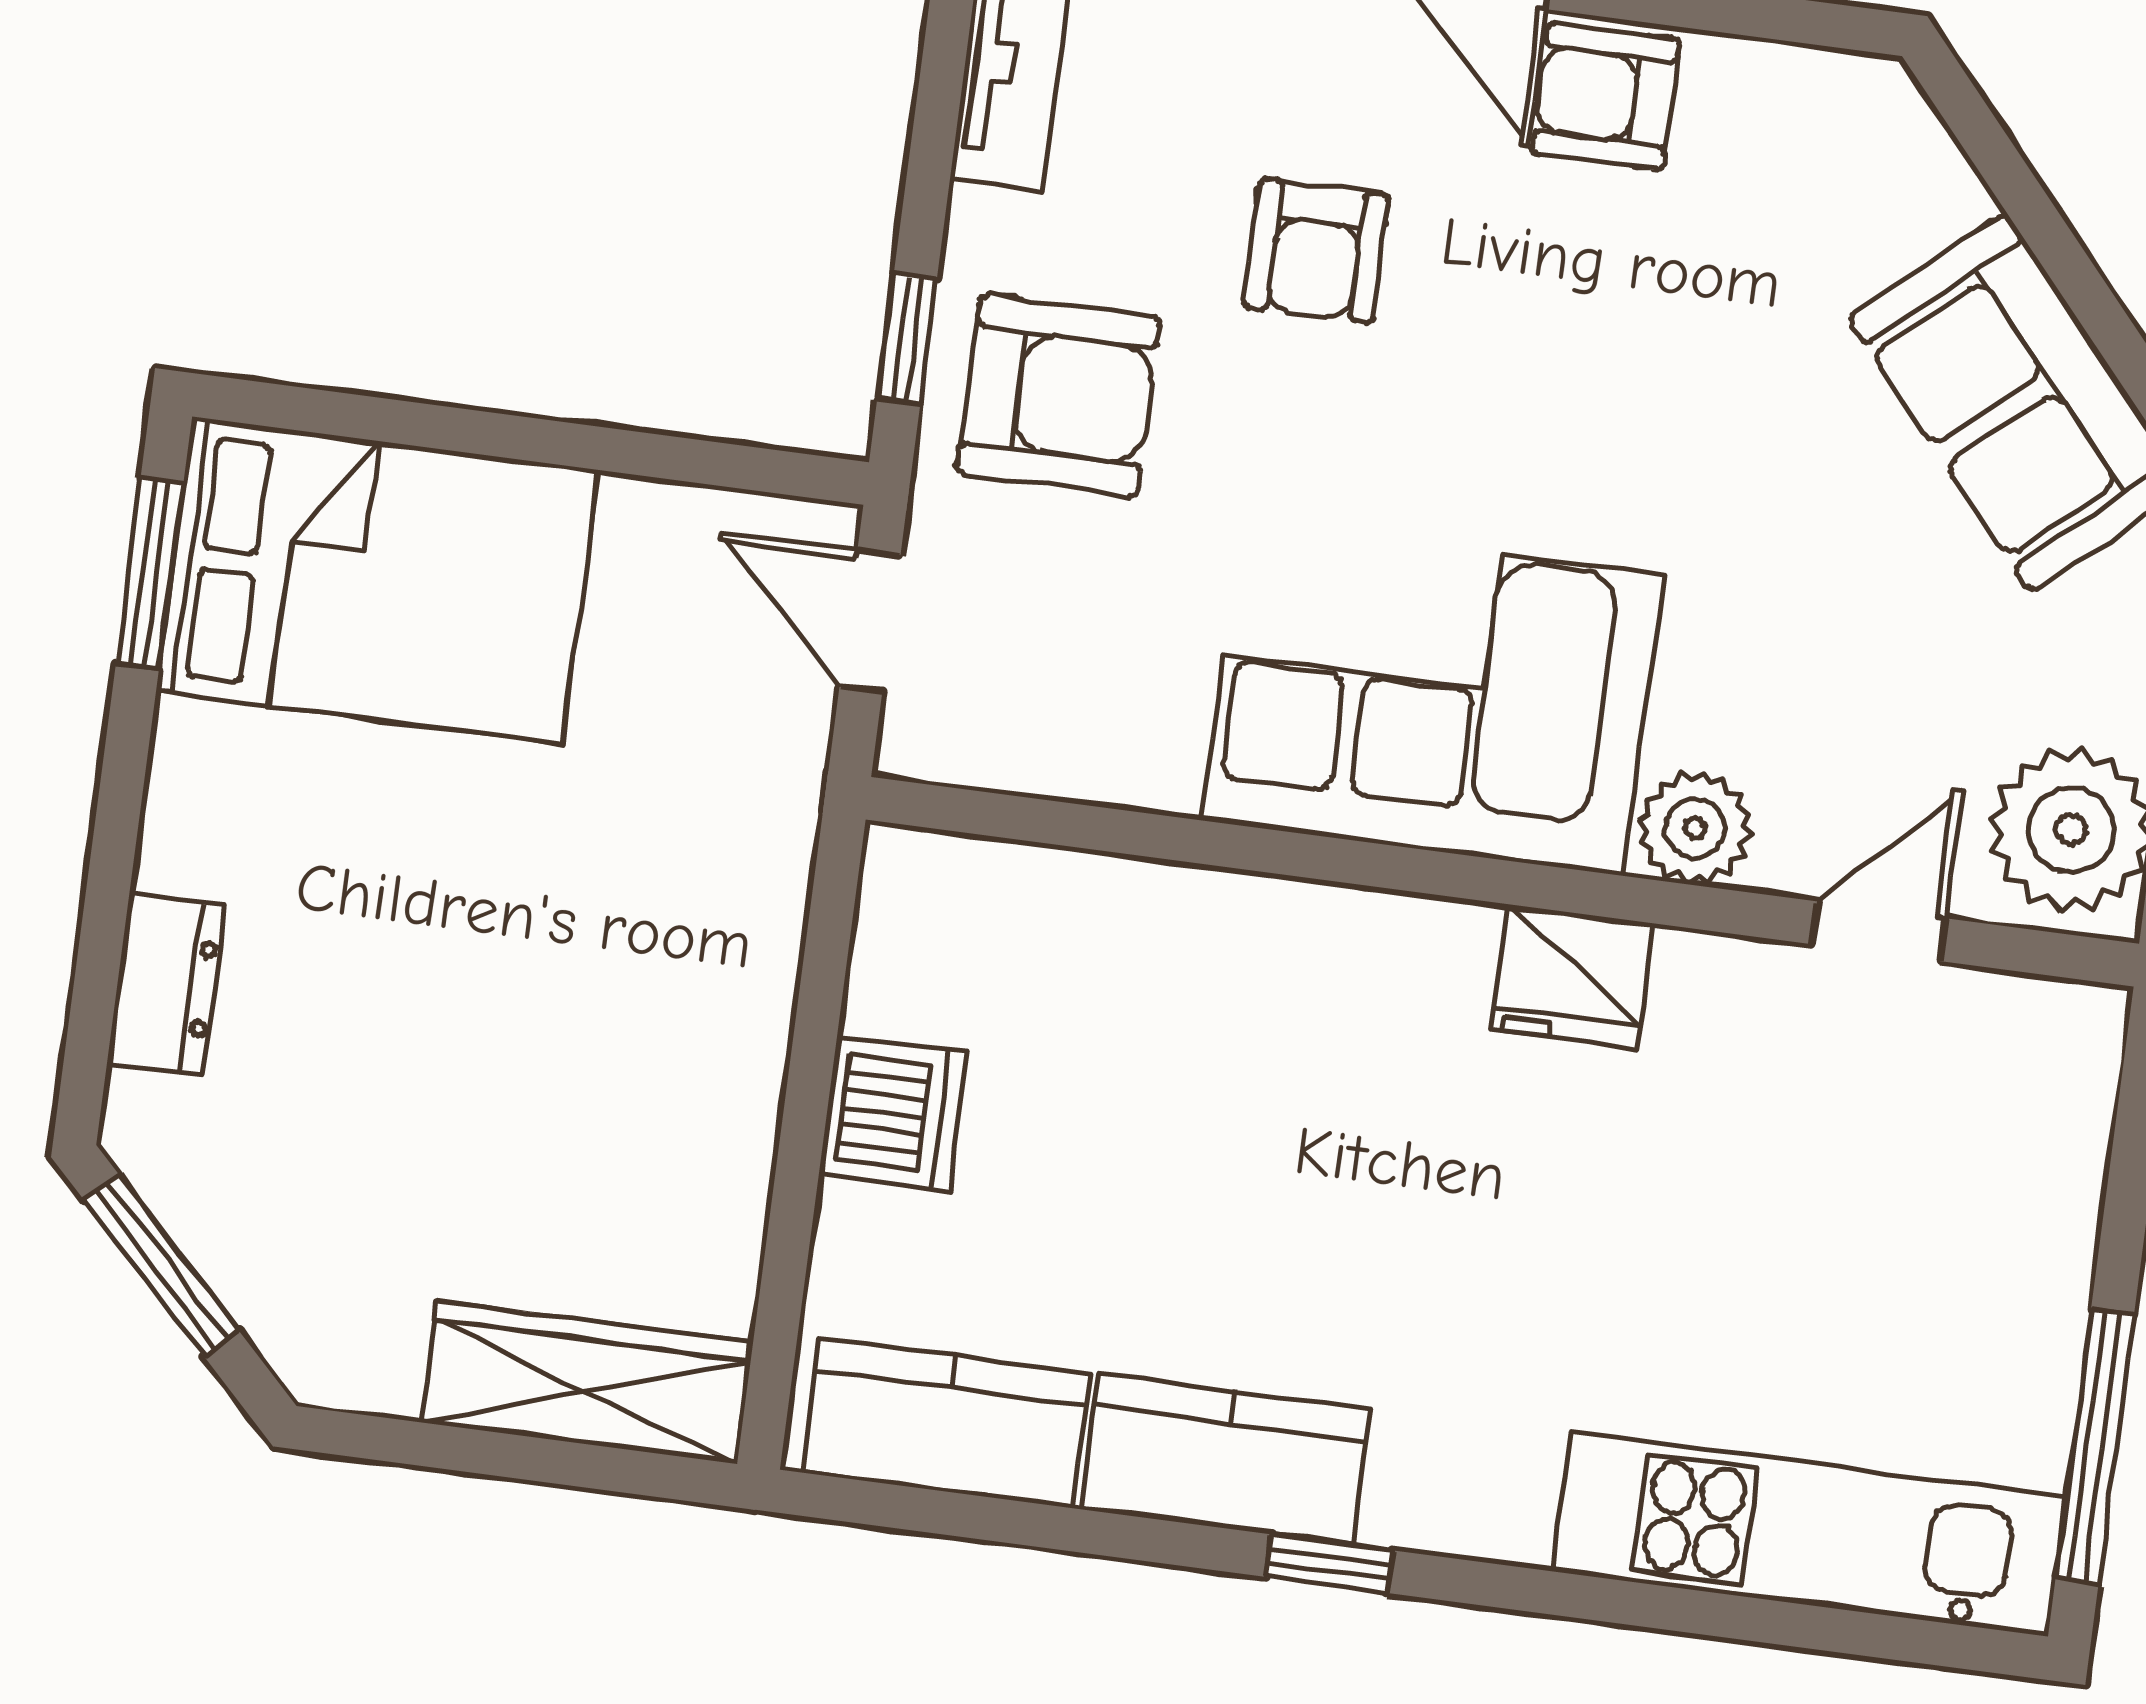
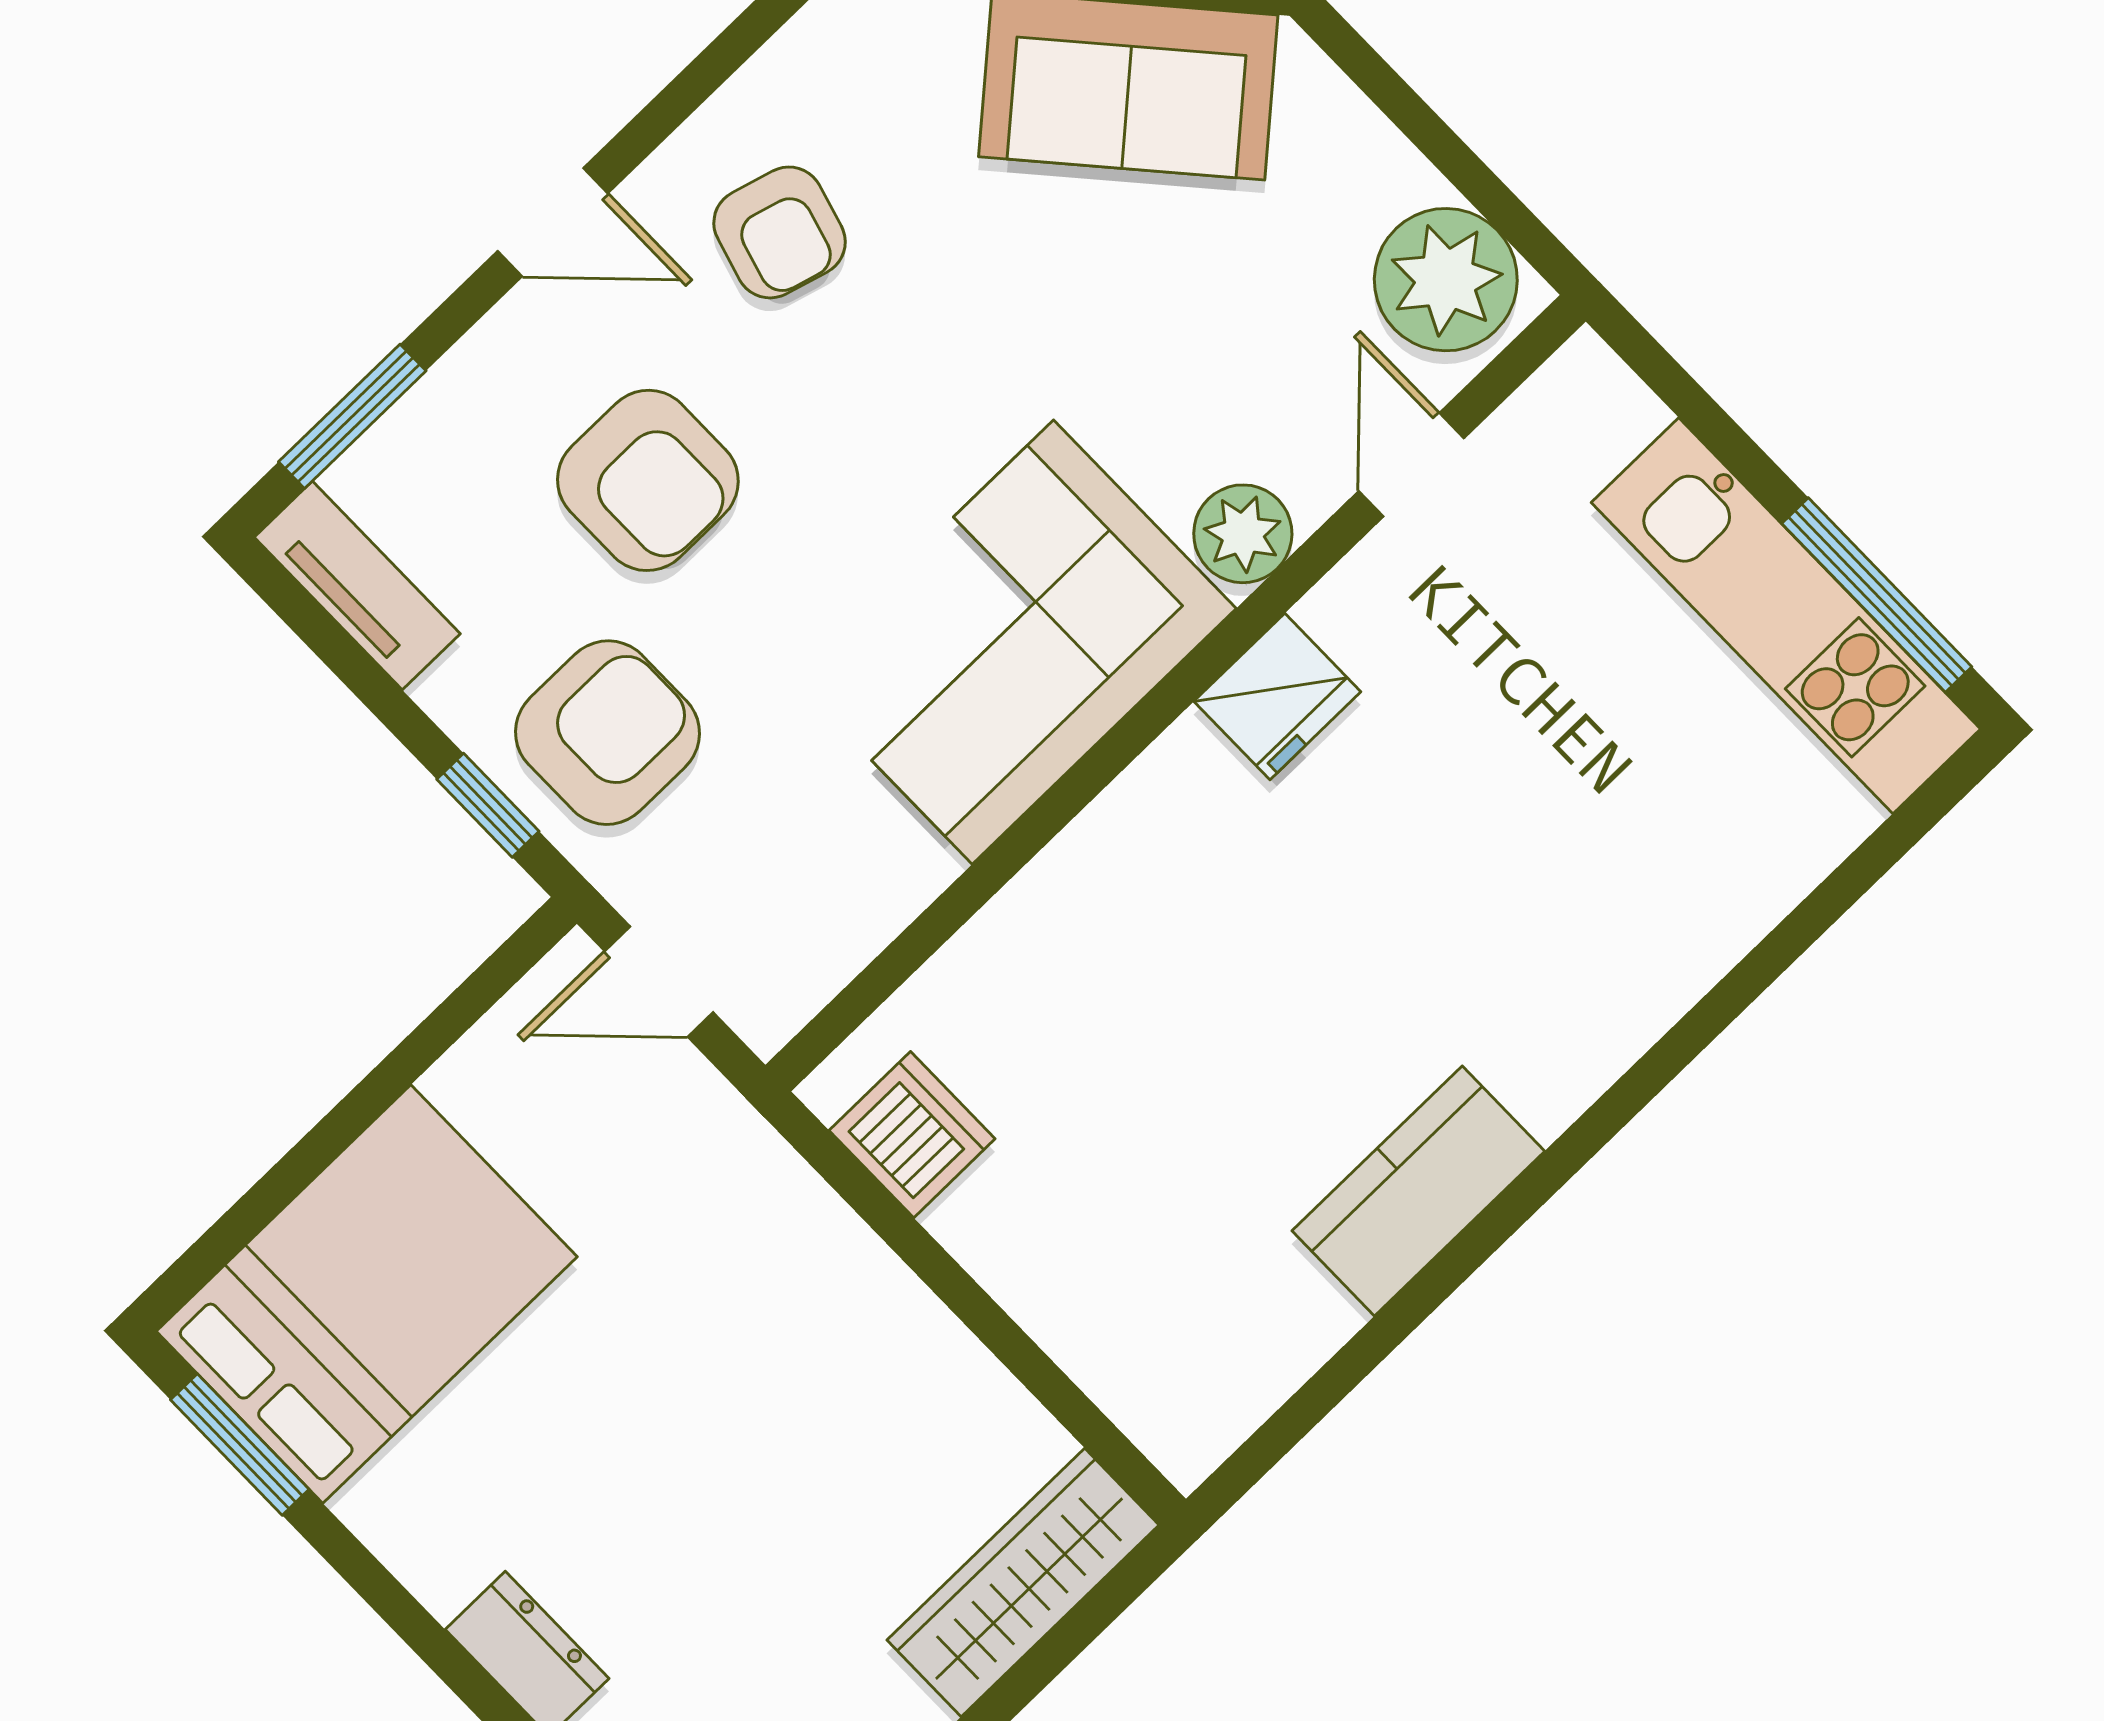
armchair: (1605, 96) -> (780, 232), moved, turned -74
armchair: (1316, 251) -> (648, 480), width x1.38, depth x1.38
dishwasher: (893, 1114) -> (912, 1135), moved
kitchen counter: (946, 1423) -> (1244, 1361), removed
kitchen unit: (1809, 1534) -> (1786, 616), moved, turned -90
window: (1329, 1564) -> (1545, 1177), removed

